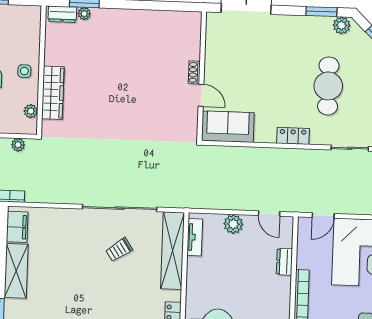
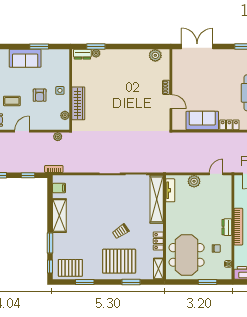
plant: (179, 21) -> (155, 55), added
sofa: (228, 127) -> (202, 121), moved
door: (269, 214) -> (216, 174), swing flipped
filing cabinet: (17, 227) -> (59, 188), width x0.50
trolley: (119, 250) -> (121, 231), moved
dresser: (284, 262) -> (227, 227), moved

